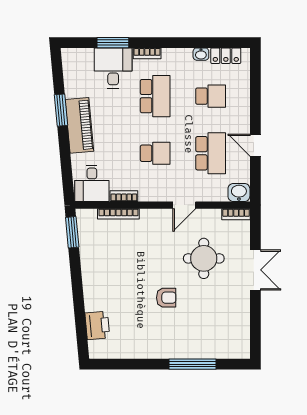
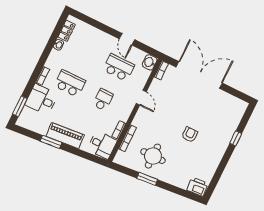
window: (113, 43) -> (20, 106), moved
school desk: (211, 96) -> (86, 51), removed
door: (255, 145) -> (127, 39), hinge flipped
window: (72, 232) -> (147, 179), moved
round table: (204, 258) -> (153, 156), moved
double door: (255, 270) -> (199, 75), width x1.87
printer: (97, 325) -> (197, 187), moved
window: (193, 364) -> (236, 138), width x0.46

